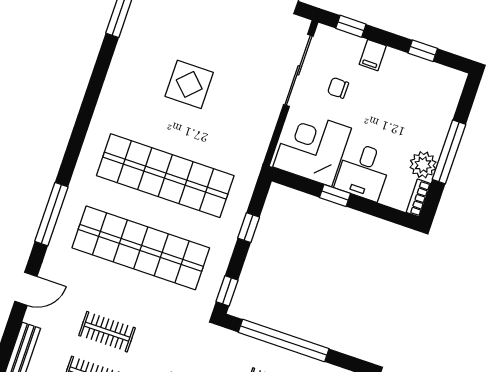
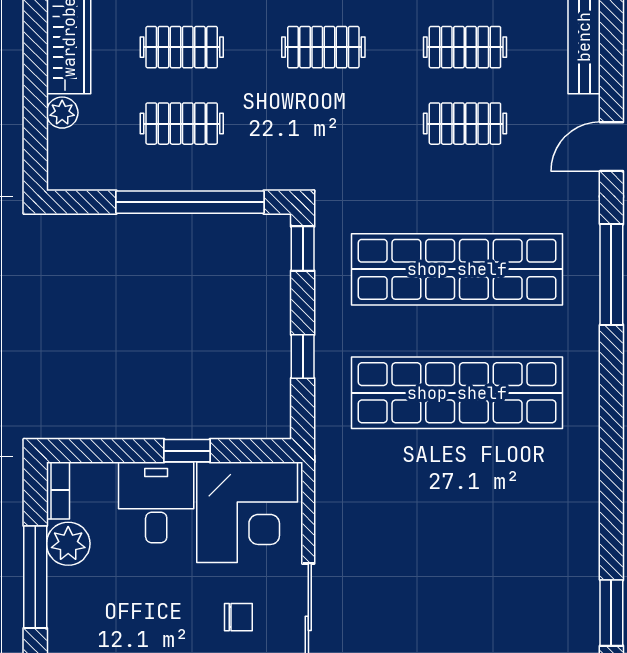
display table: (189, 84) -> (468, 545), removed

